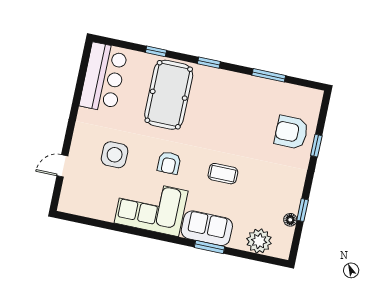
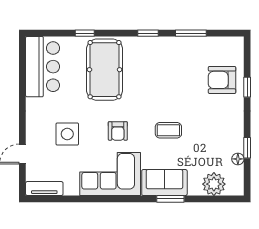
window: (209, 63) -> (148, 33), moved
tv unit: (78, 207) -> (44, 189), added

